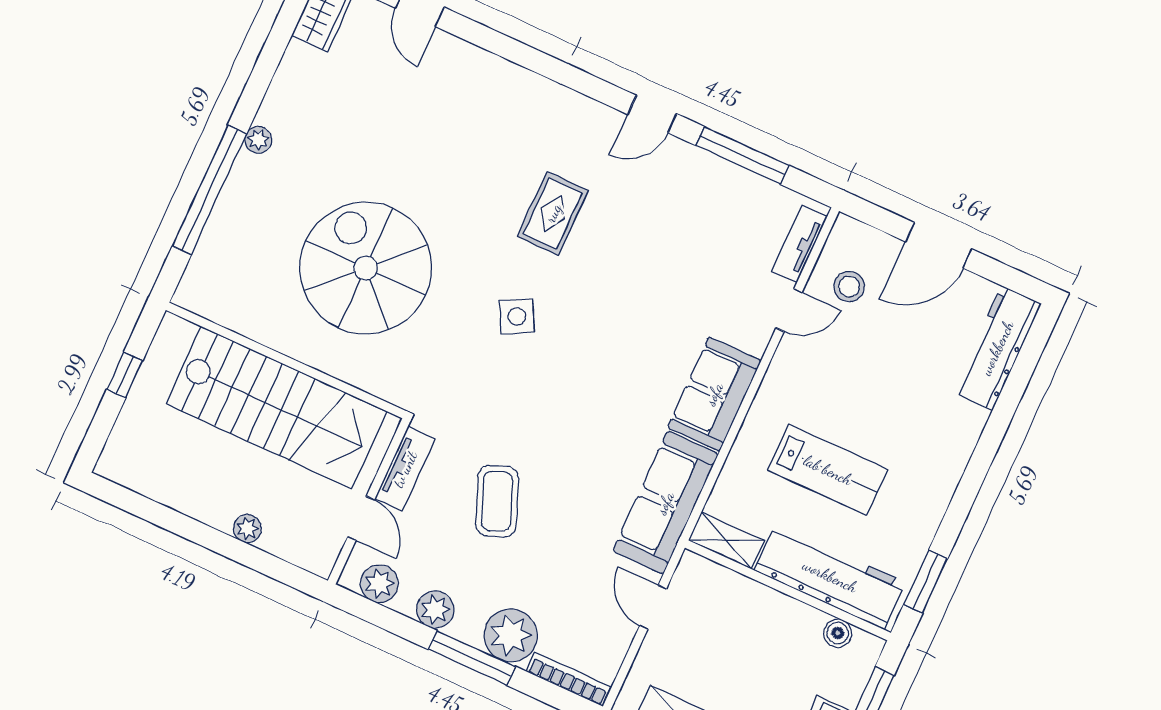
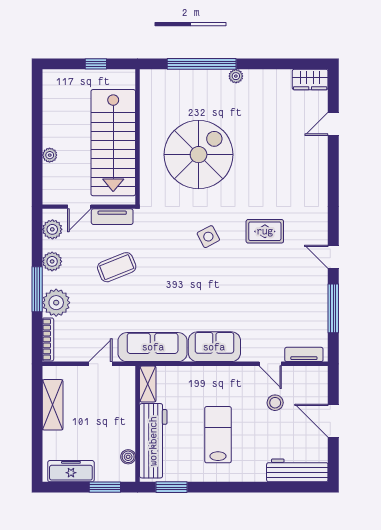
stool: (849, 286) -> (275, 403), moved
lab bench: (828, 470) -> (218, 435), moved, turned 180

